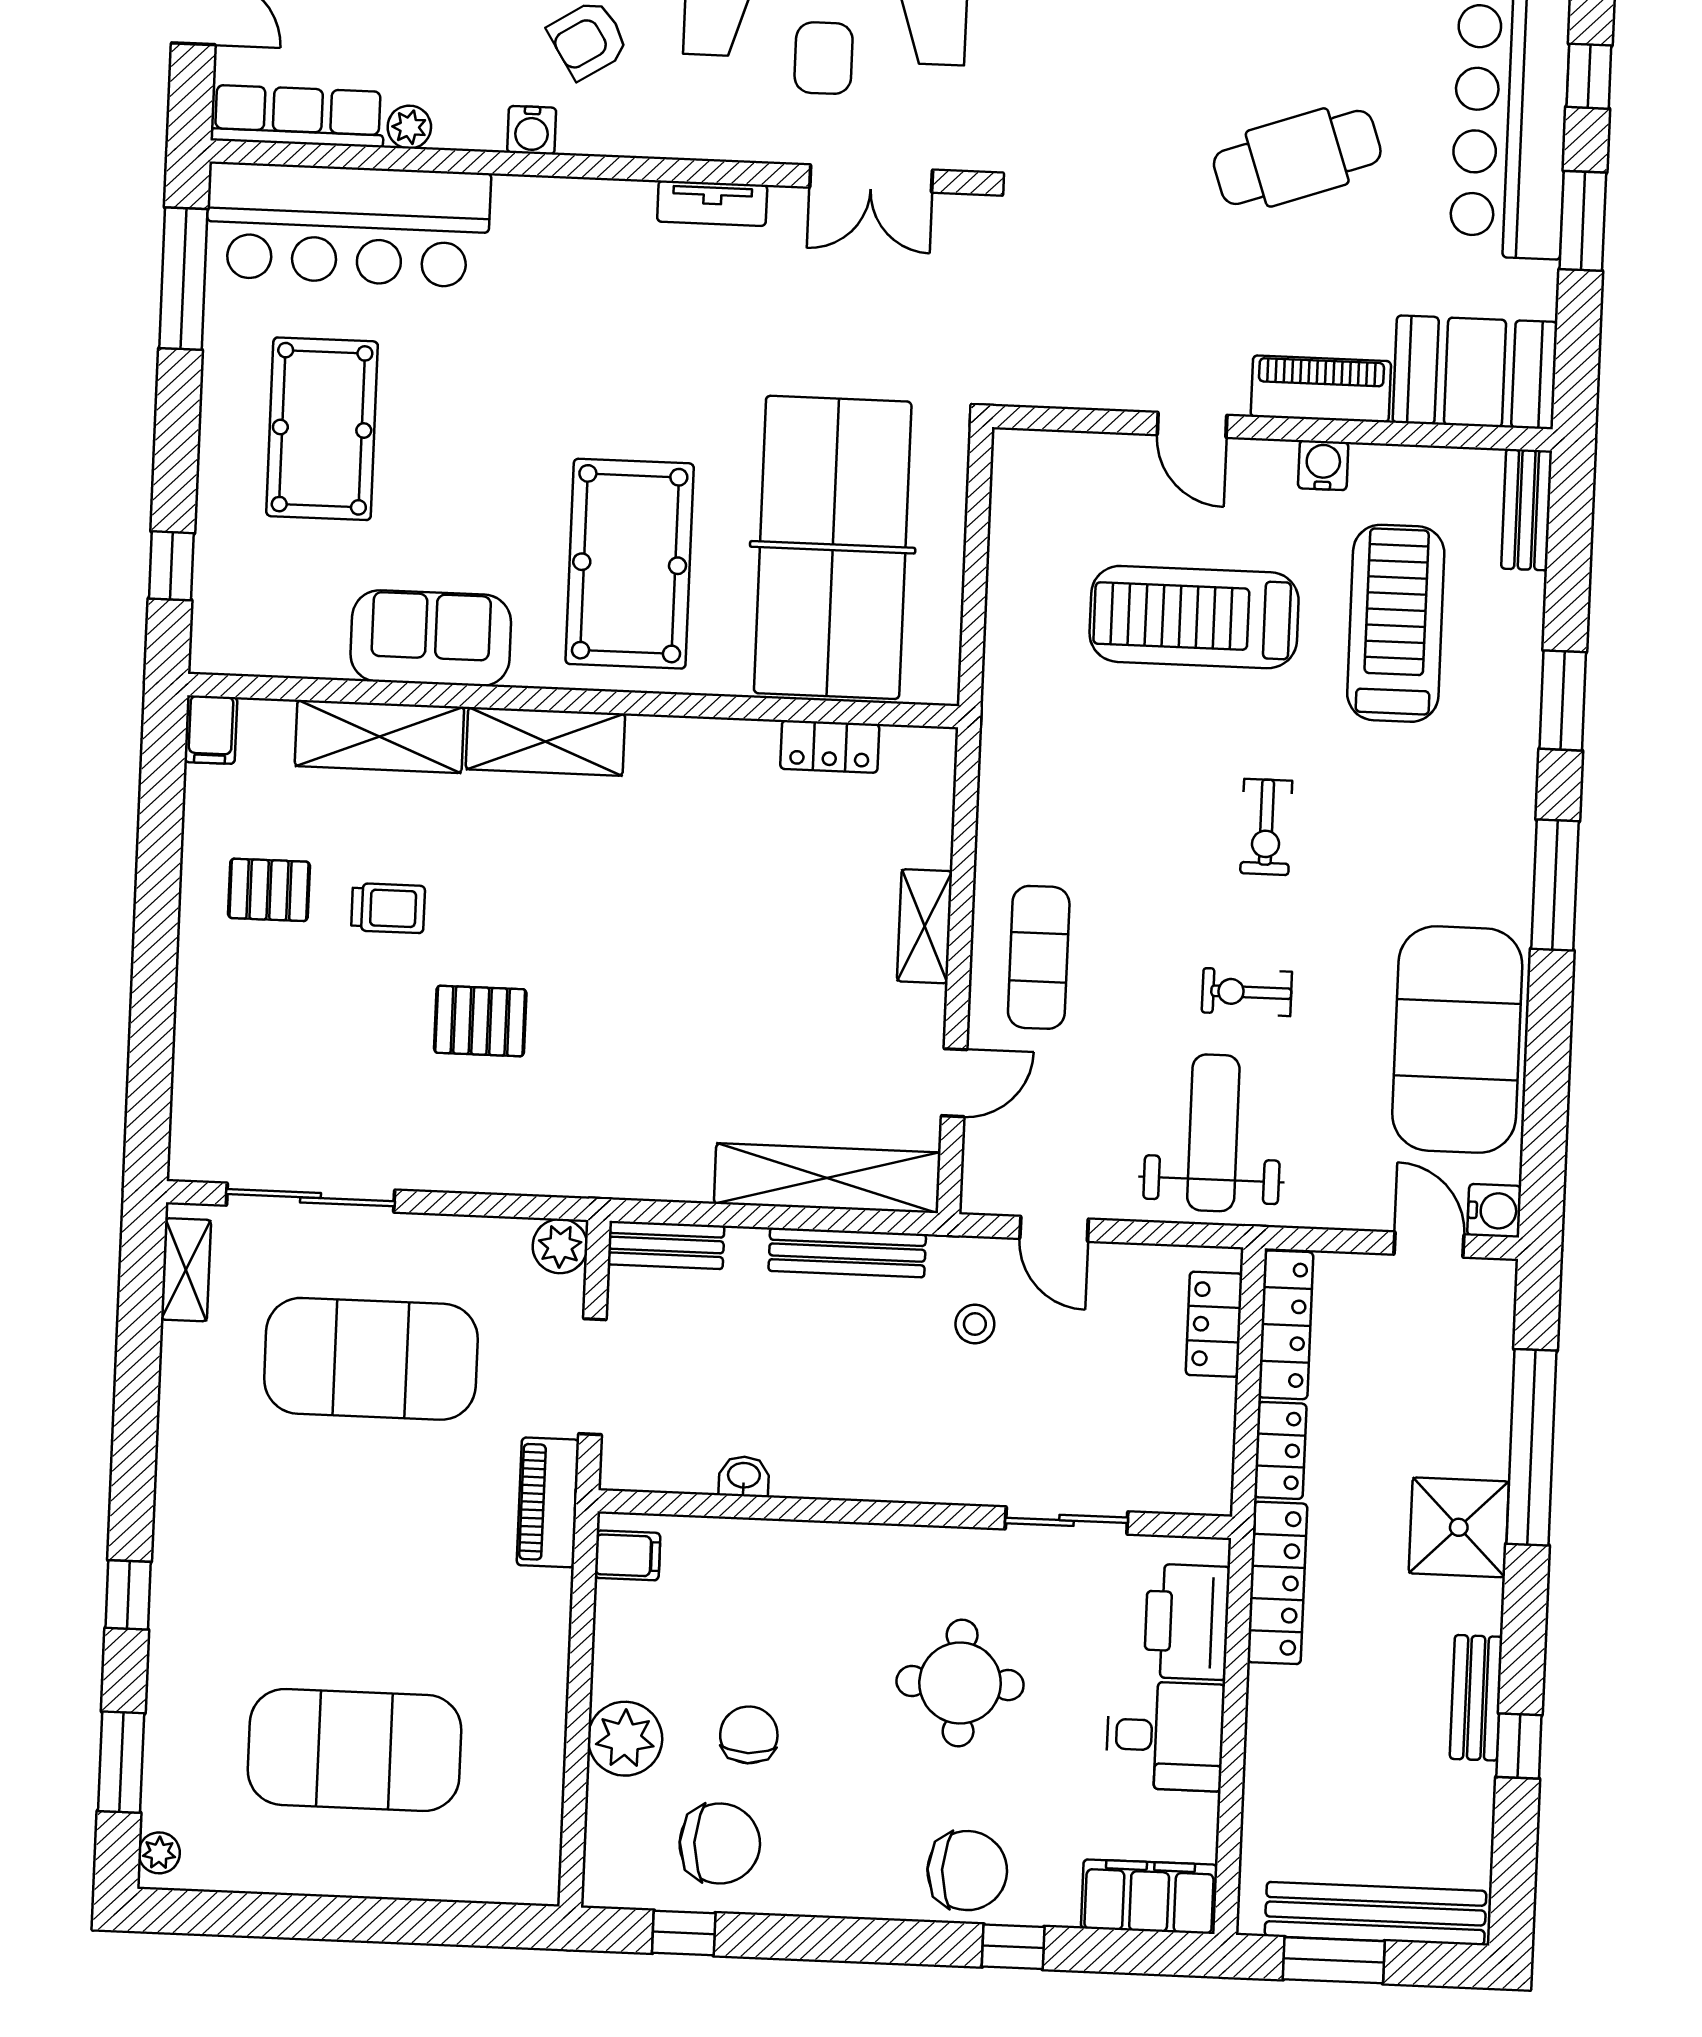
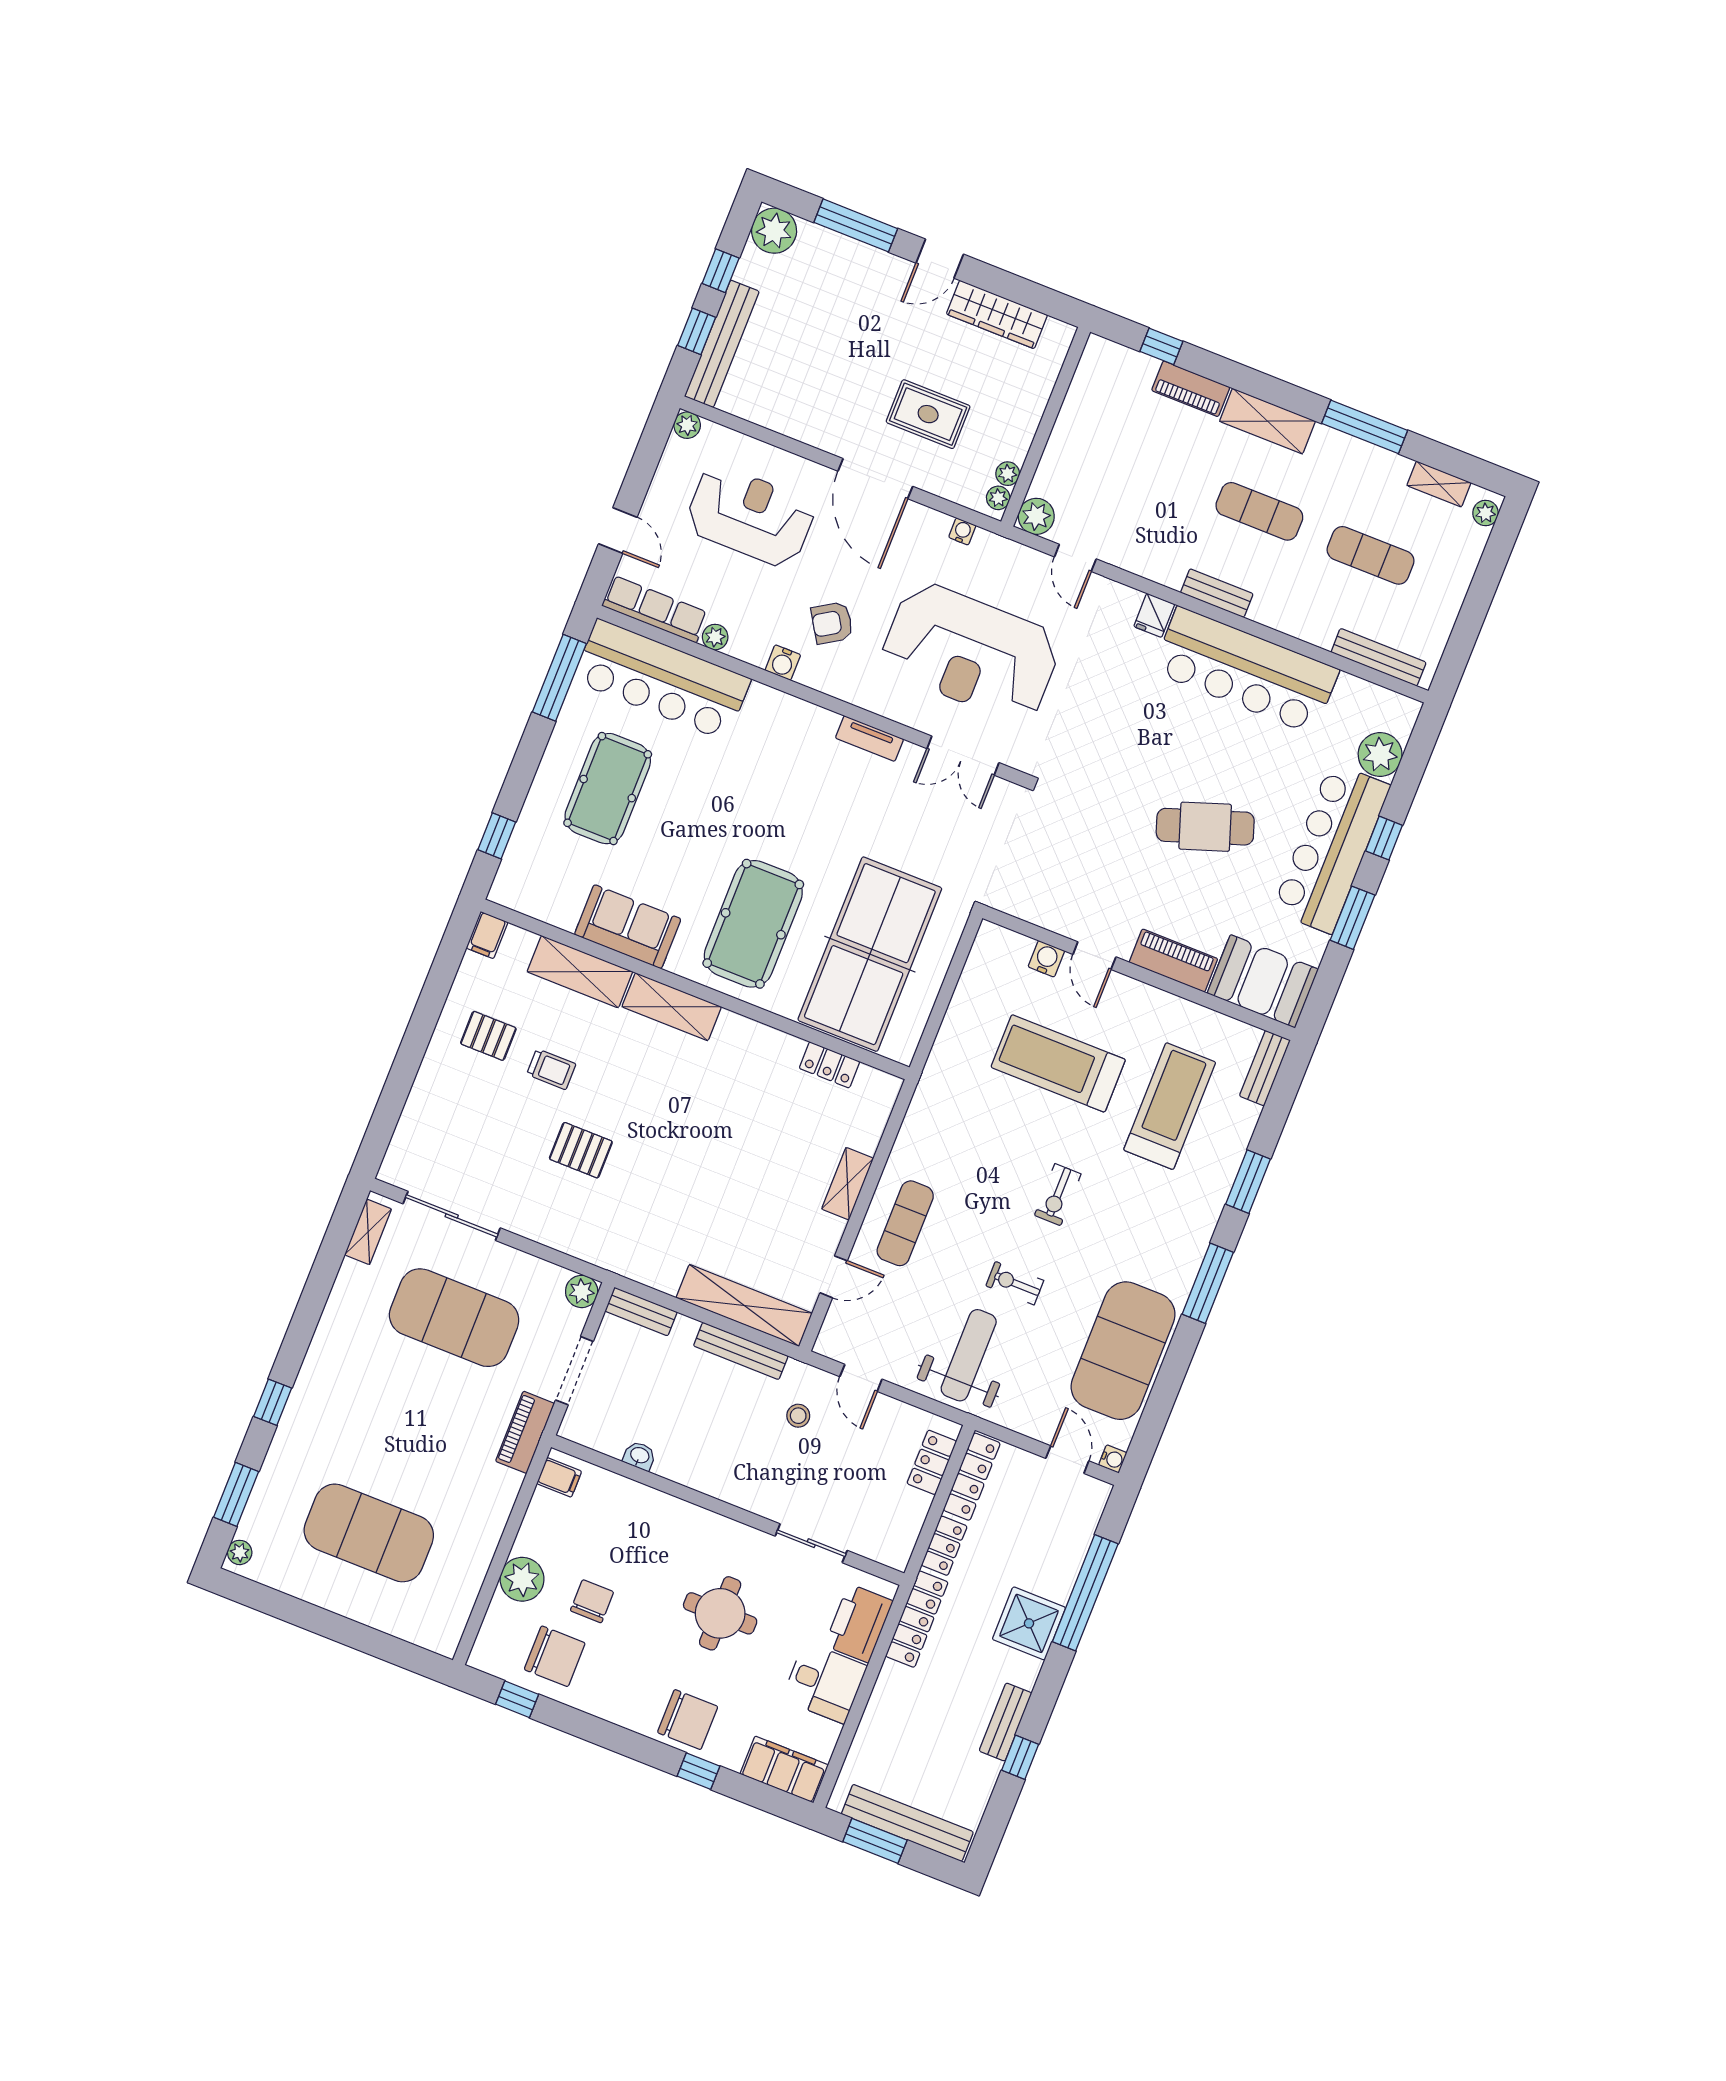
water cooler: (1323, 465) -> (1046, 959), moved
water cooler: (1494, 1211) -> (1113, 1459), width x0.72, depth x0.72

